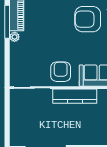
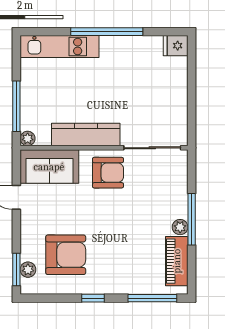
window: (7, 22) -> (192, 219), moved
armchair: (61, 72) -> (108, 173), turned -90

